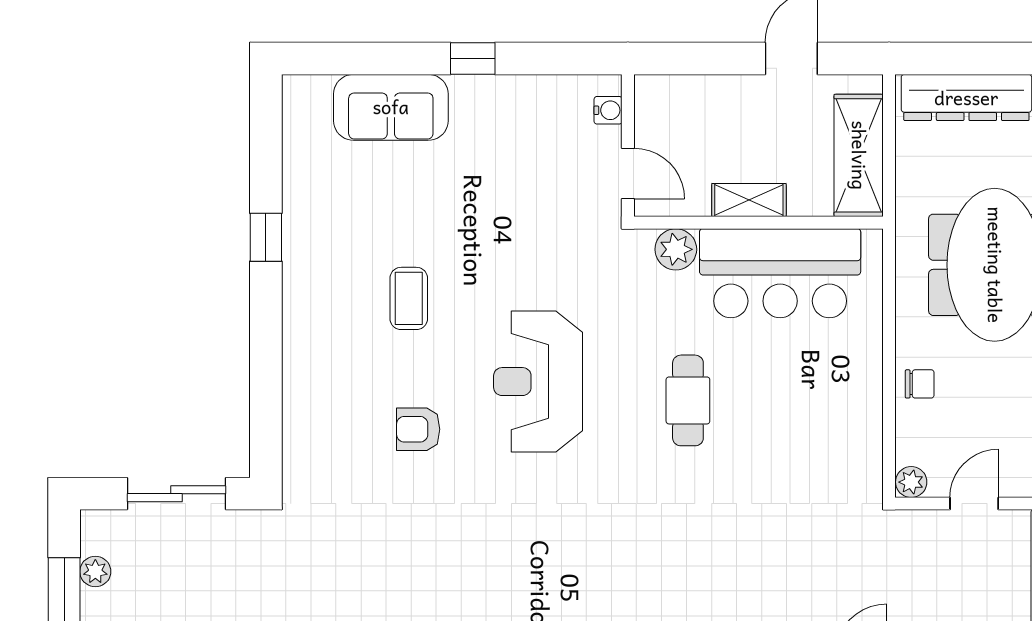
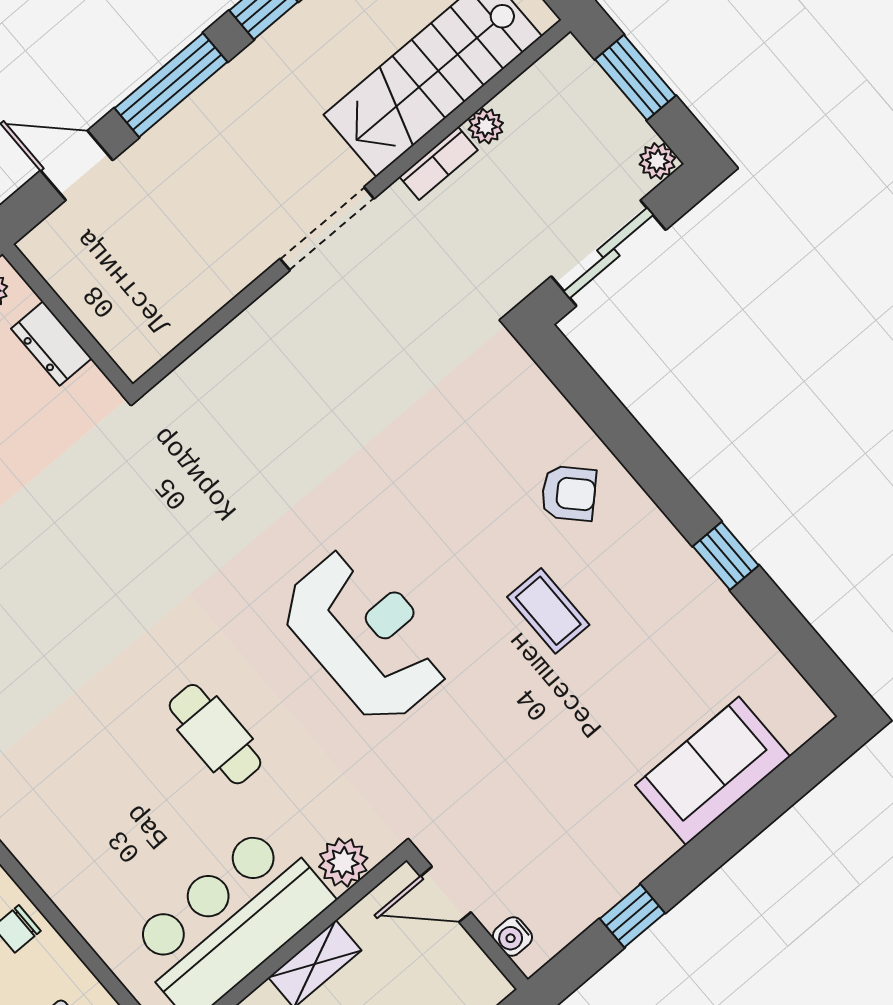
window: (473, 58) -> (632, 916), moved
armchair: (418, 429) -> (569, 493), moved, turned 46
plant: (95, 572) -> (657, 161), moved

